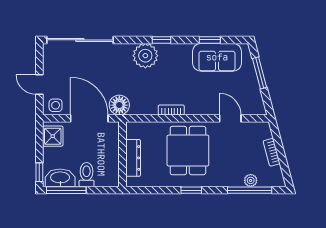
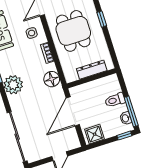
side table: (56, 105) -> (32, 33), moved
floor lamp: (119, 105) -> (52, 79), moved
dining table: (188, 151) -> (73, 31), turned 90
washbasin: (60, 178) -> (126, 118), width x0.52, depth x0.69

